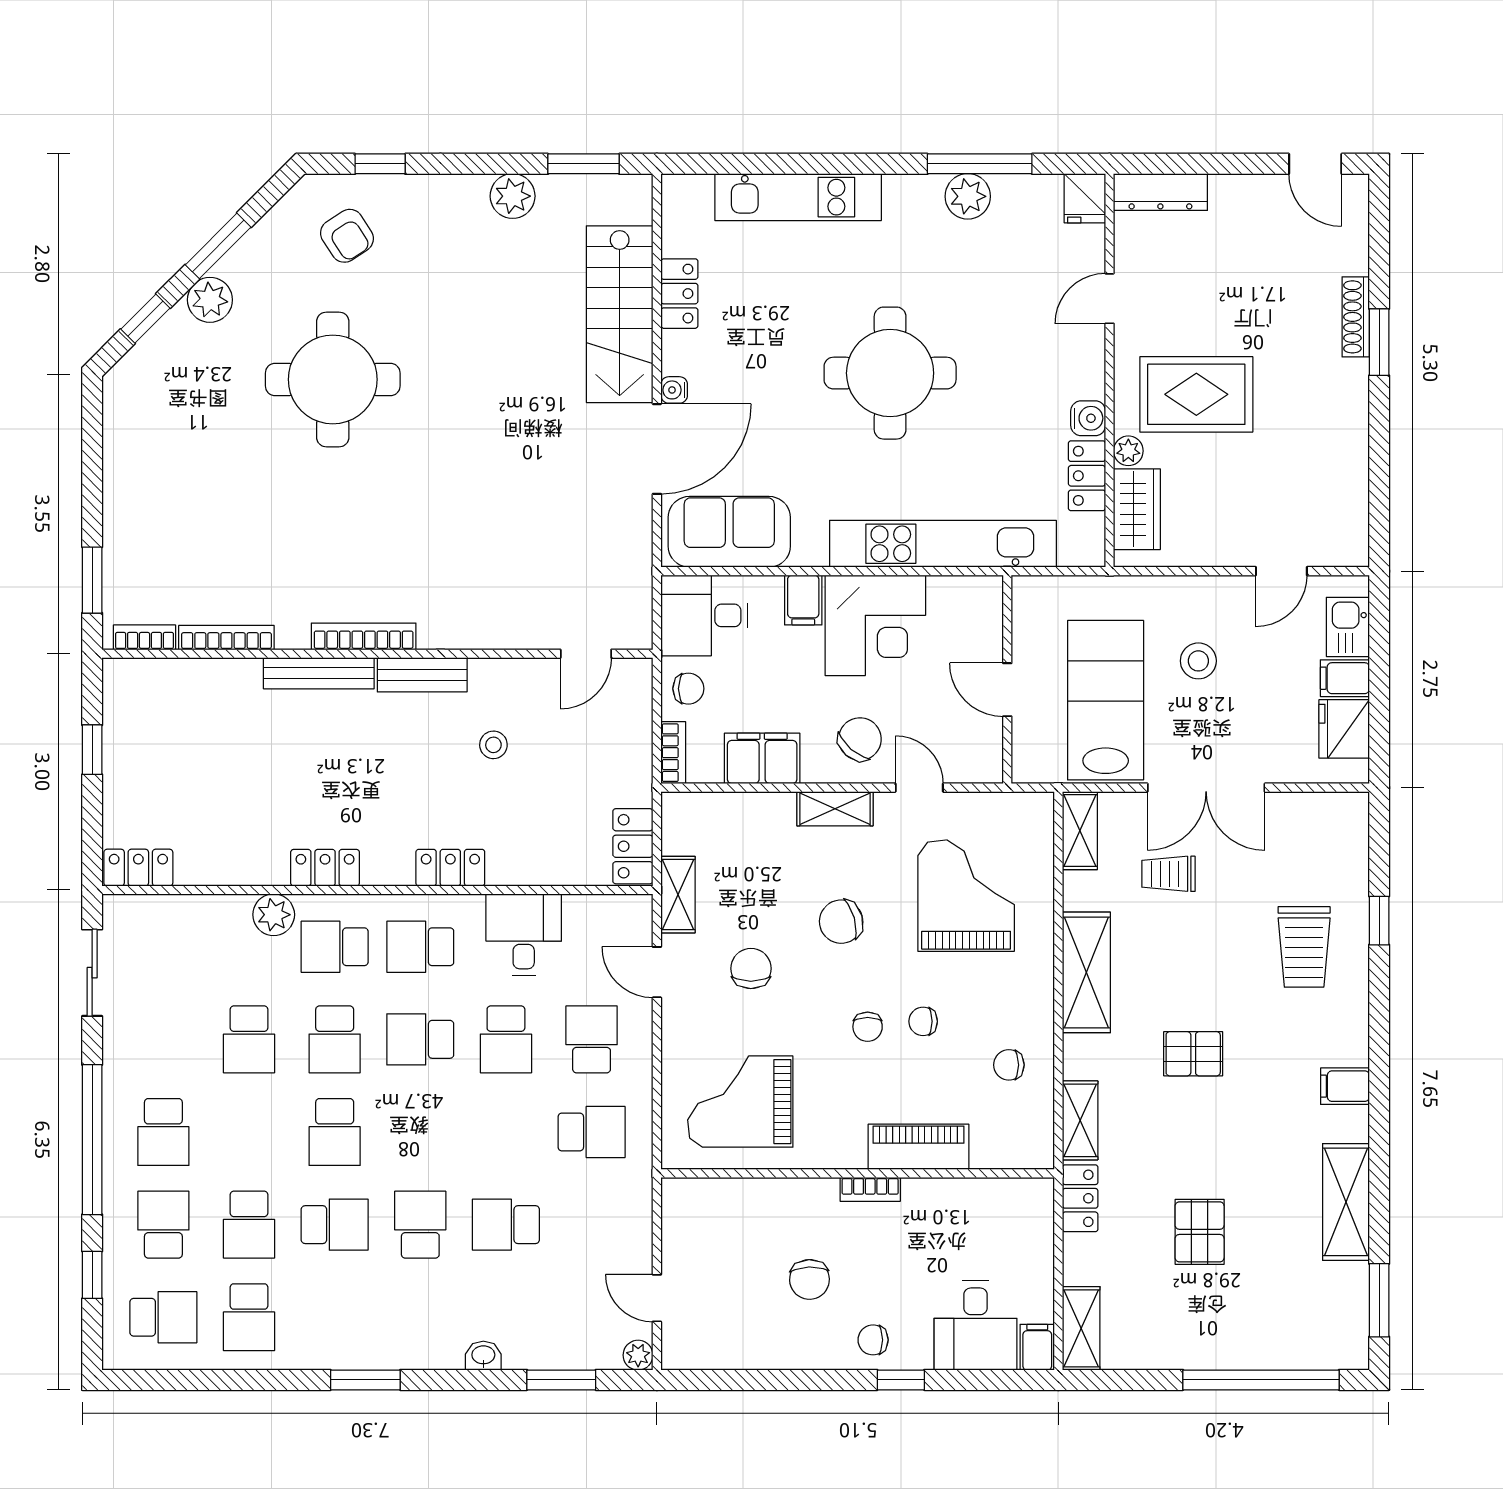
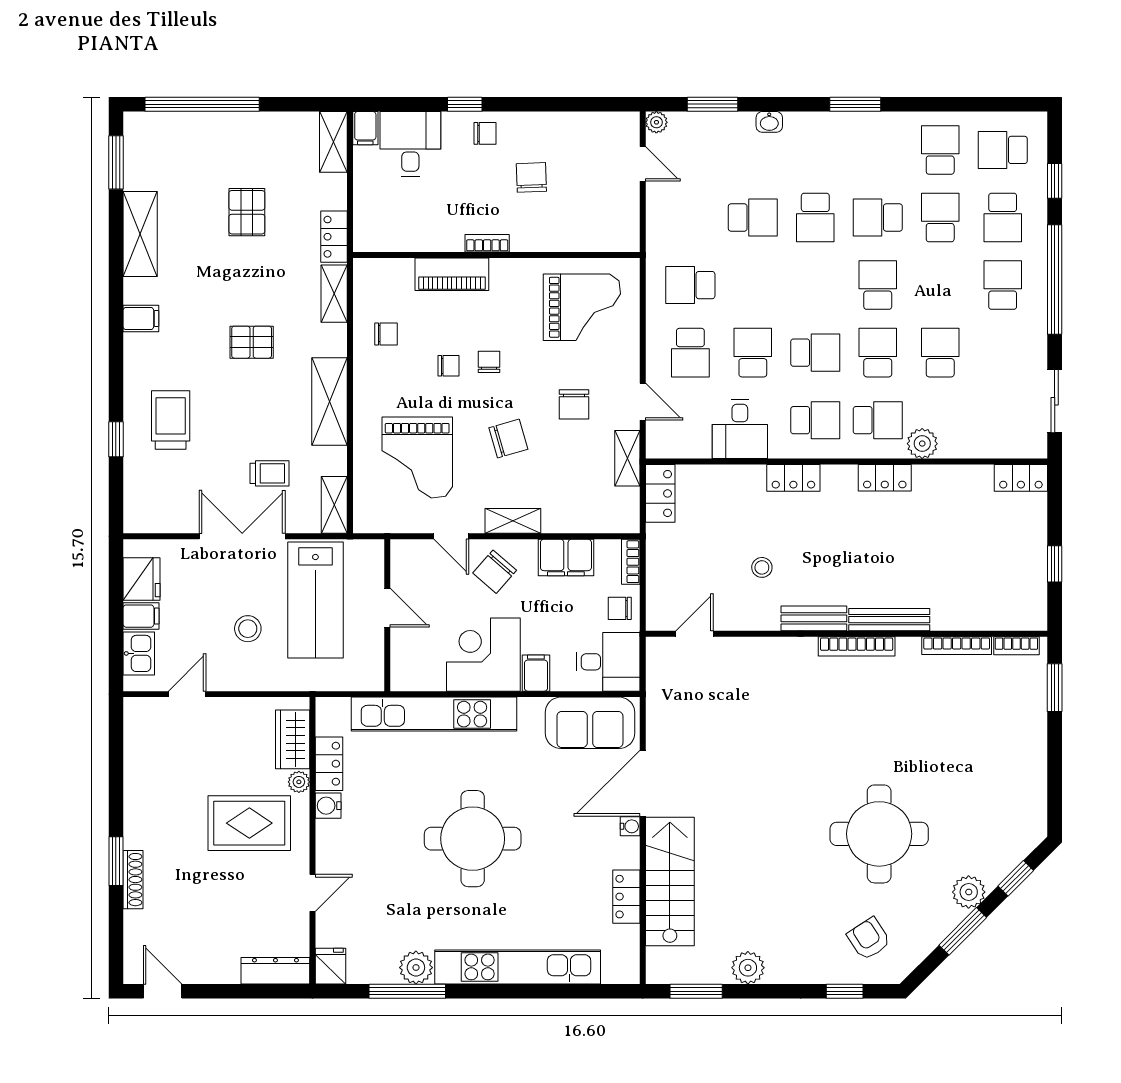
kitchen unit: (798, 197) -> (518, 967), width x1.36

